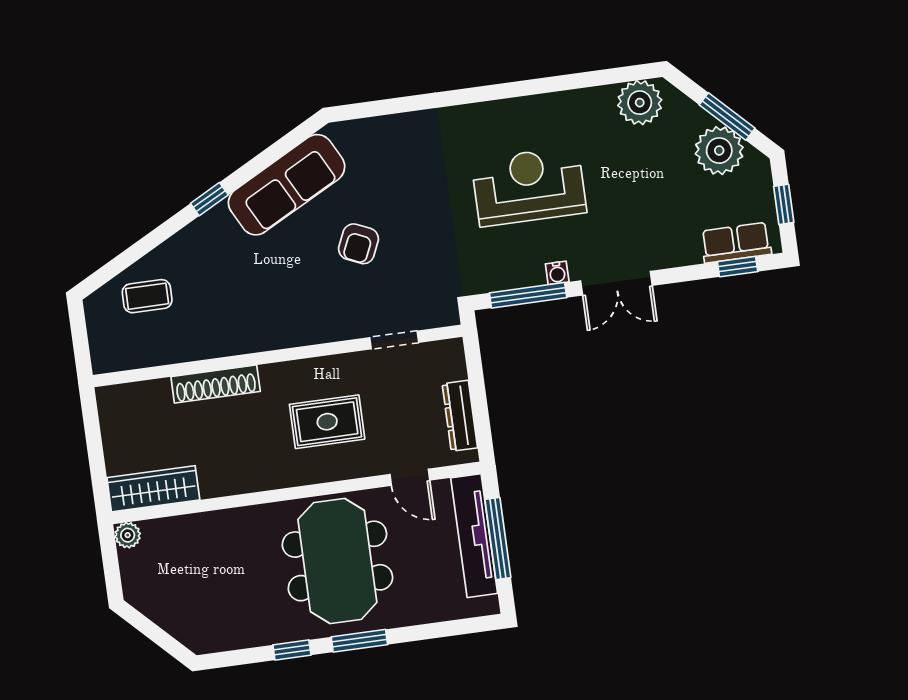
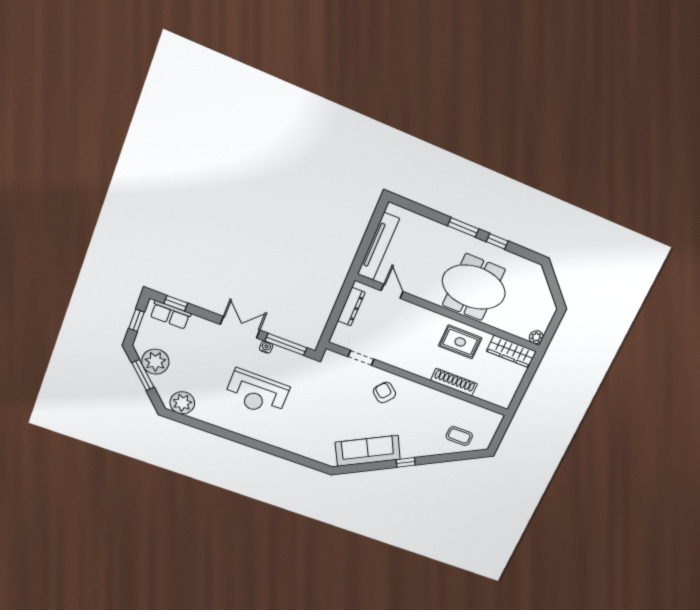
armchair: (358, 244) -> (384, 392), moved, turned -75
rug: (327, 422) -> (460, 342), moved
window: (498, 539) -> (368, 238), removed
meeting table: (337, 561) -> (474, 287), moved, turned 90

